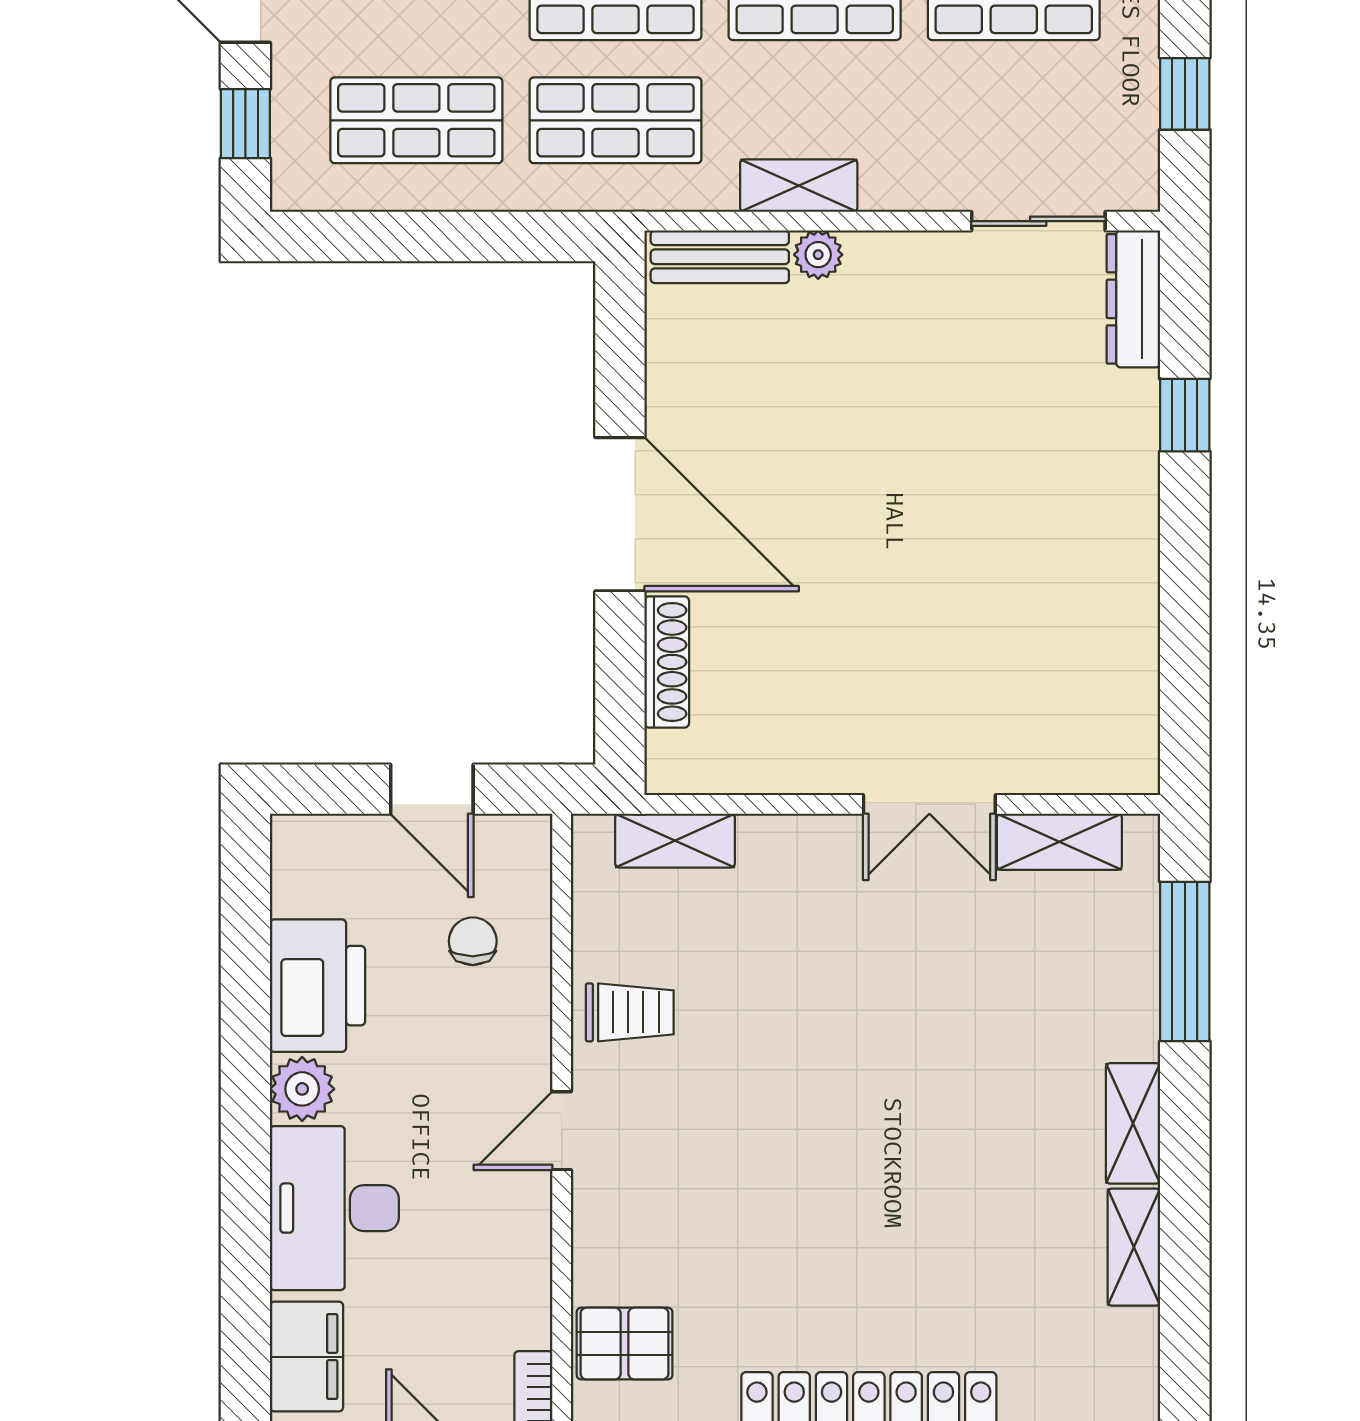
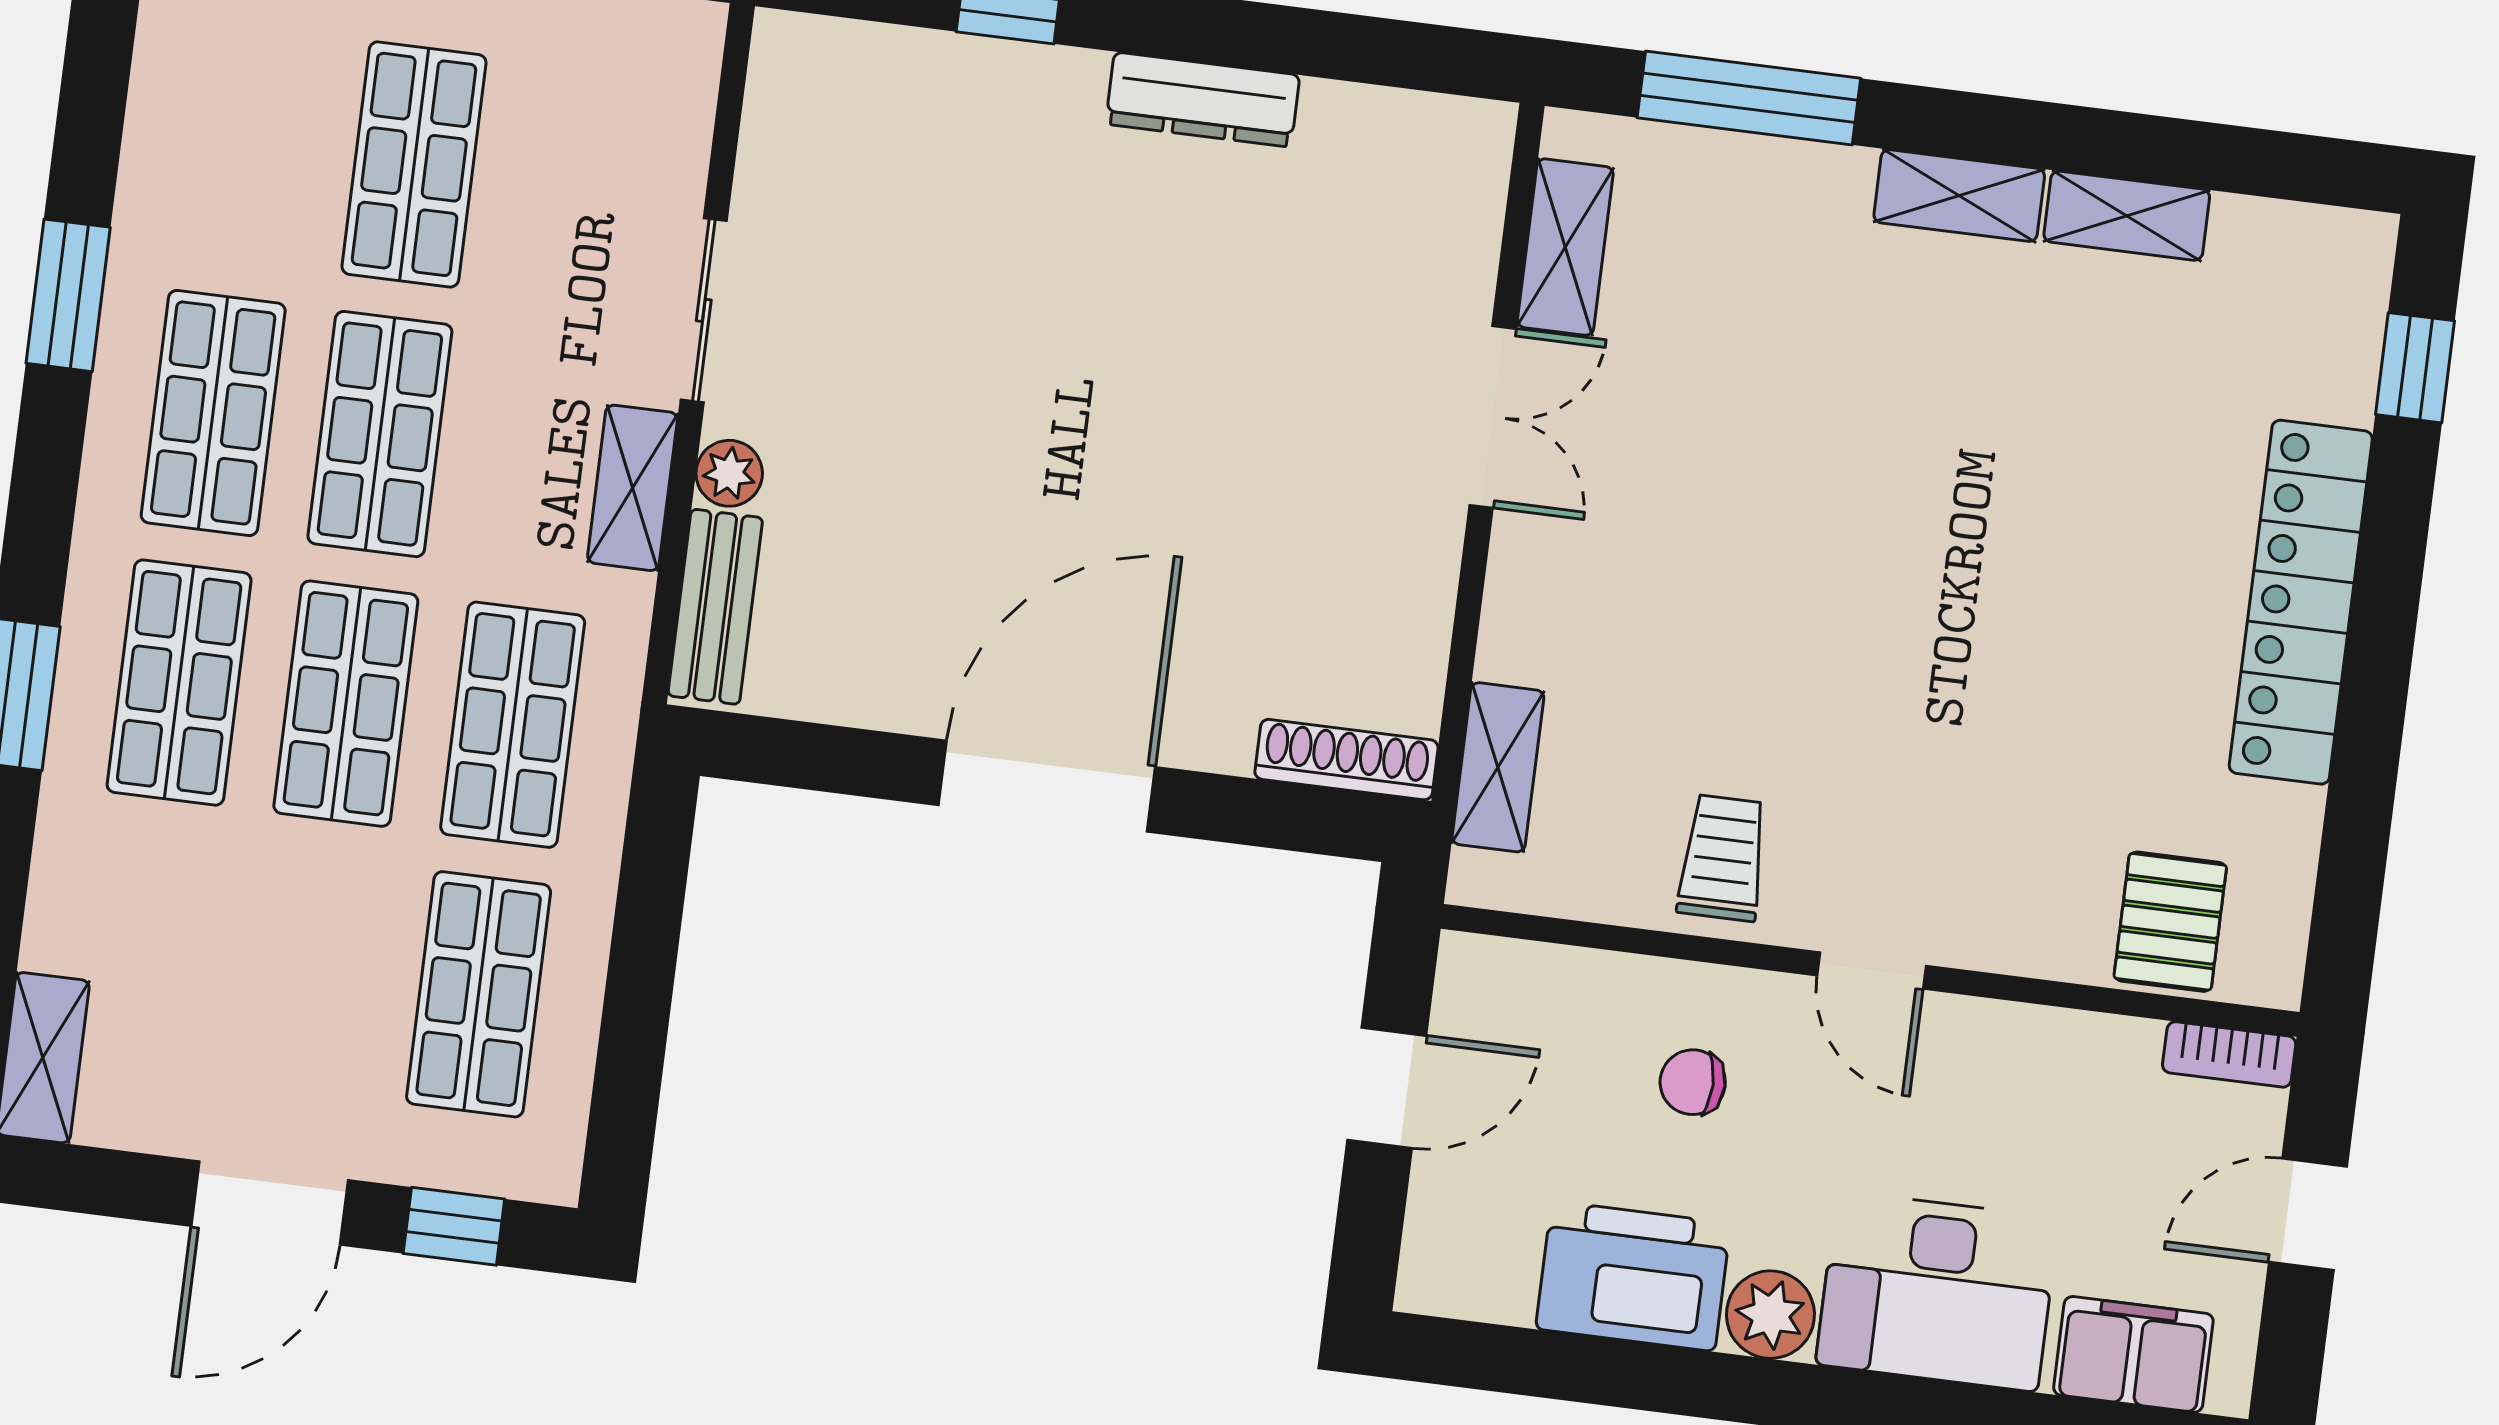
sliding door: (1038, 221) -> (704, 310), moved
dresser: (1133, 299) -> (1203, 100), moved
shoe rack: (667, 662) -> (1346, 760), moved
chair: (473, 941) -> (1693, 1082), moved

